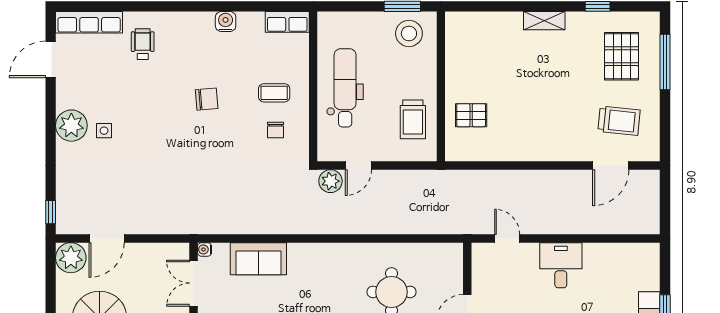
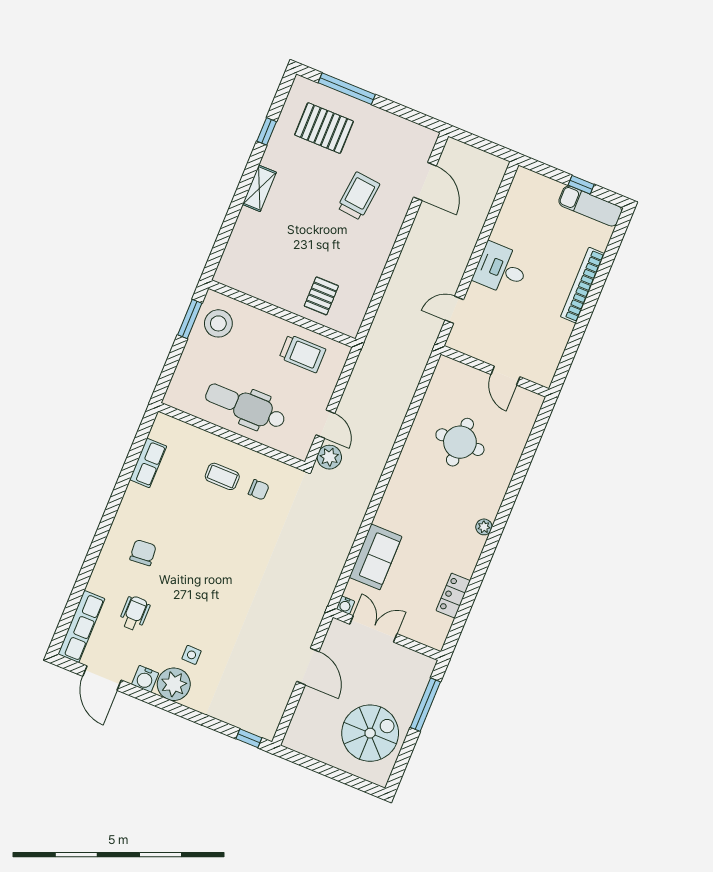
water cooler: (226, 22) -> (145, 679), moved, turned -90
row of seats: (287, 22) -> (148, 463), moved
wheelchair: (143, 44) -> (134, 613), moved, turned 90
coffee table: (274, 93) -> (222, 476), turned 90
chair: (207, 99) -> (143, 553), moved
trolley: (619, 121) -> (358, 196), moved
door: (107, 238) -> (308, 666), moved
plant: (71, 258) -> (301, 737), removed
double door: (194, 283) -> (373, 629), swing flipped

